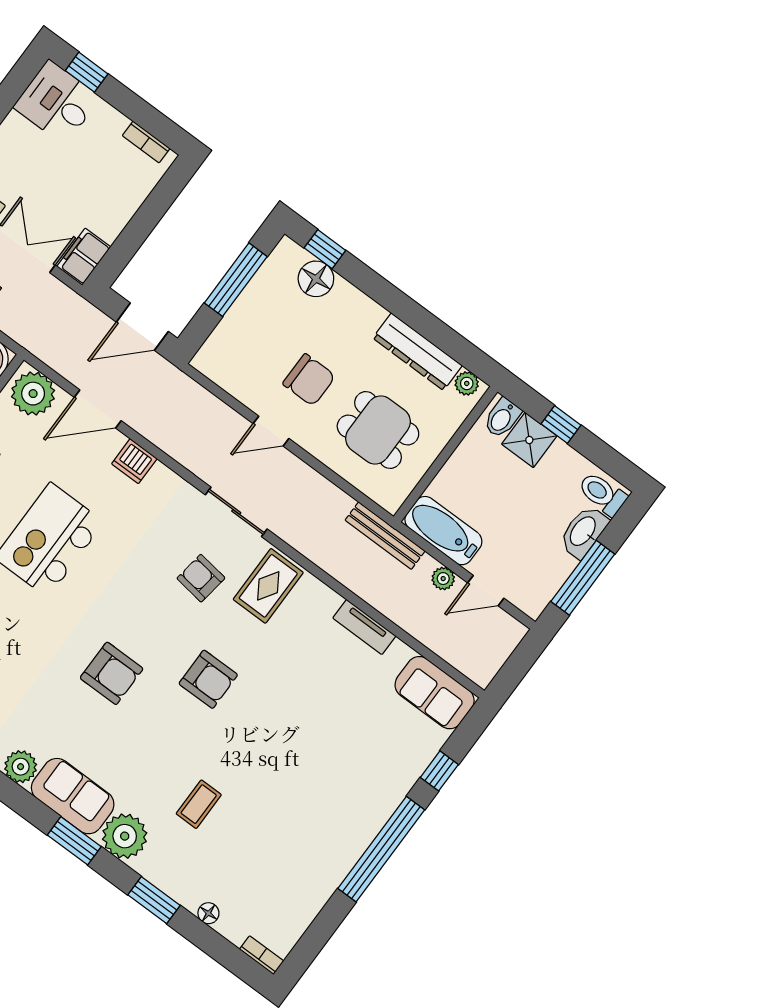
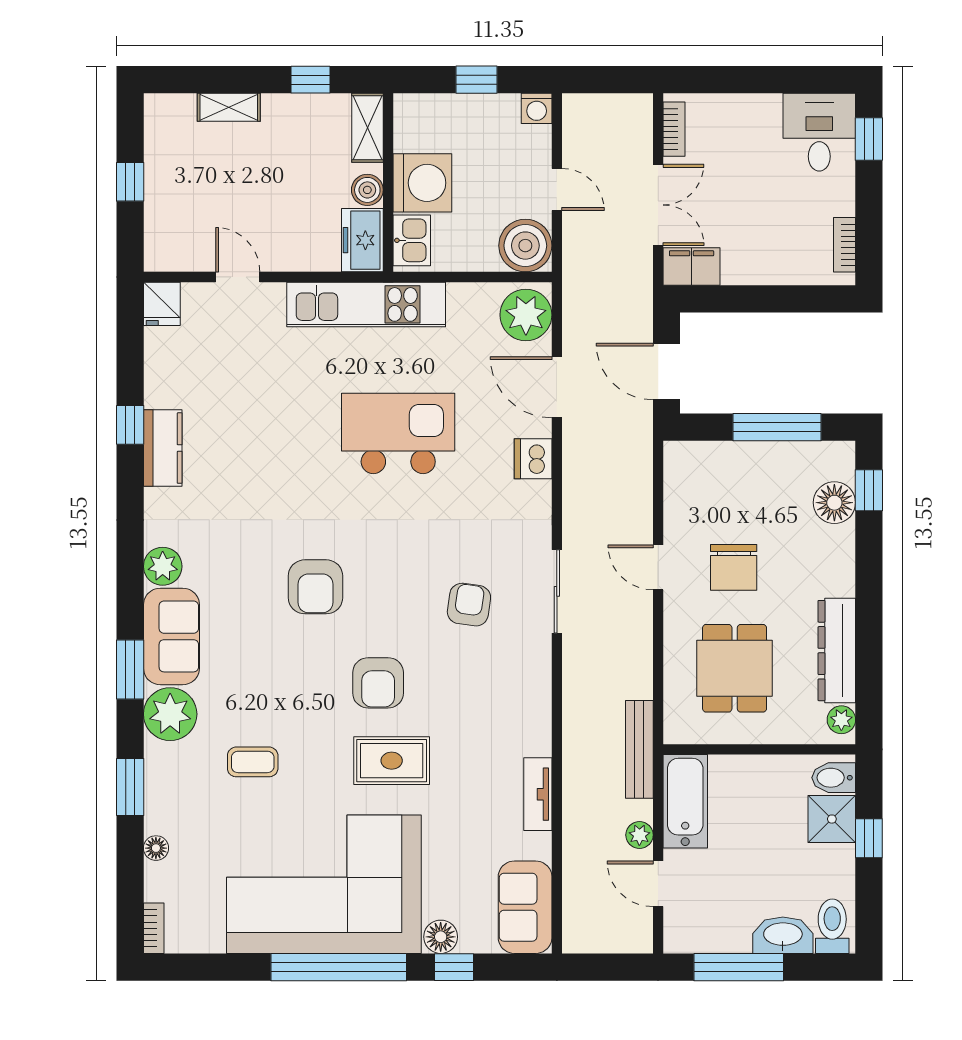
rug: (268, 586) -> (392, 761), moved
floor lamp: (412, 765) -> (441, 937), added
corner sofa: (318, 818) -> (324, 884), added

